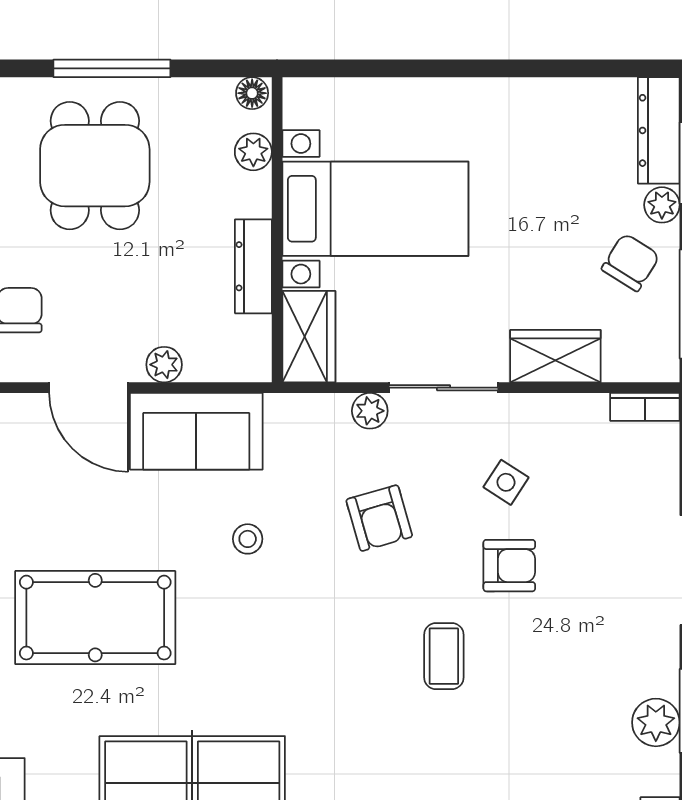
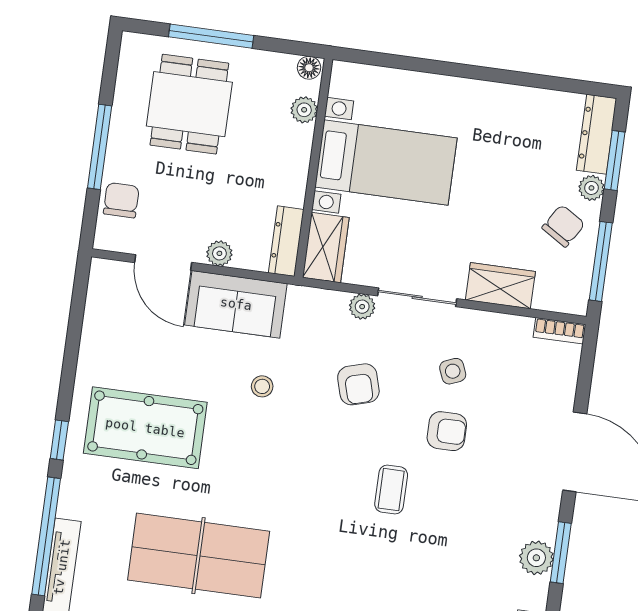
dresser: (253, 266) -> (286, 241), moved
side table: (506, 482) -> (453, 371), turned 35

